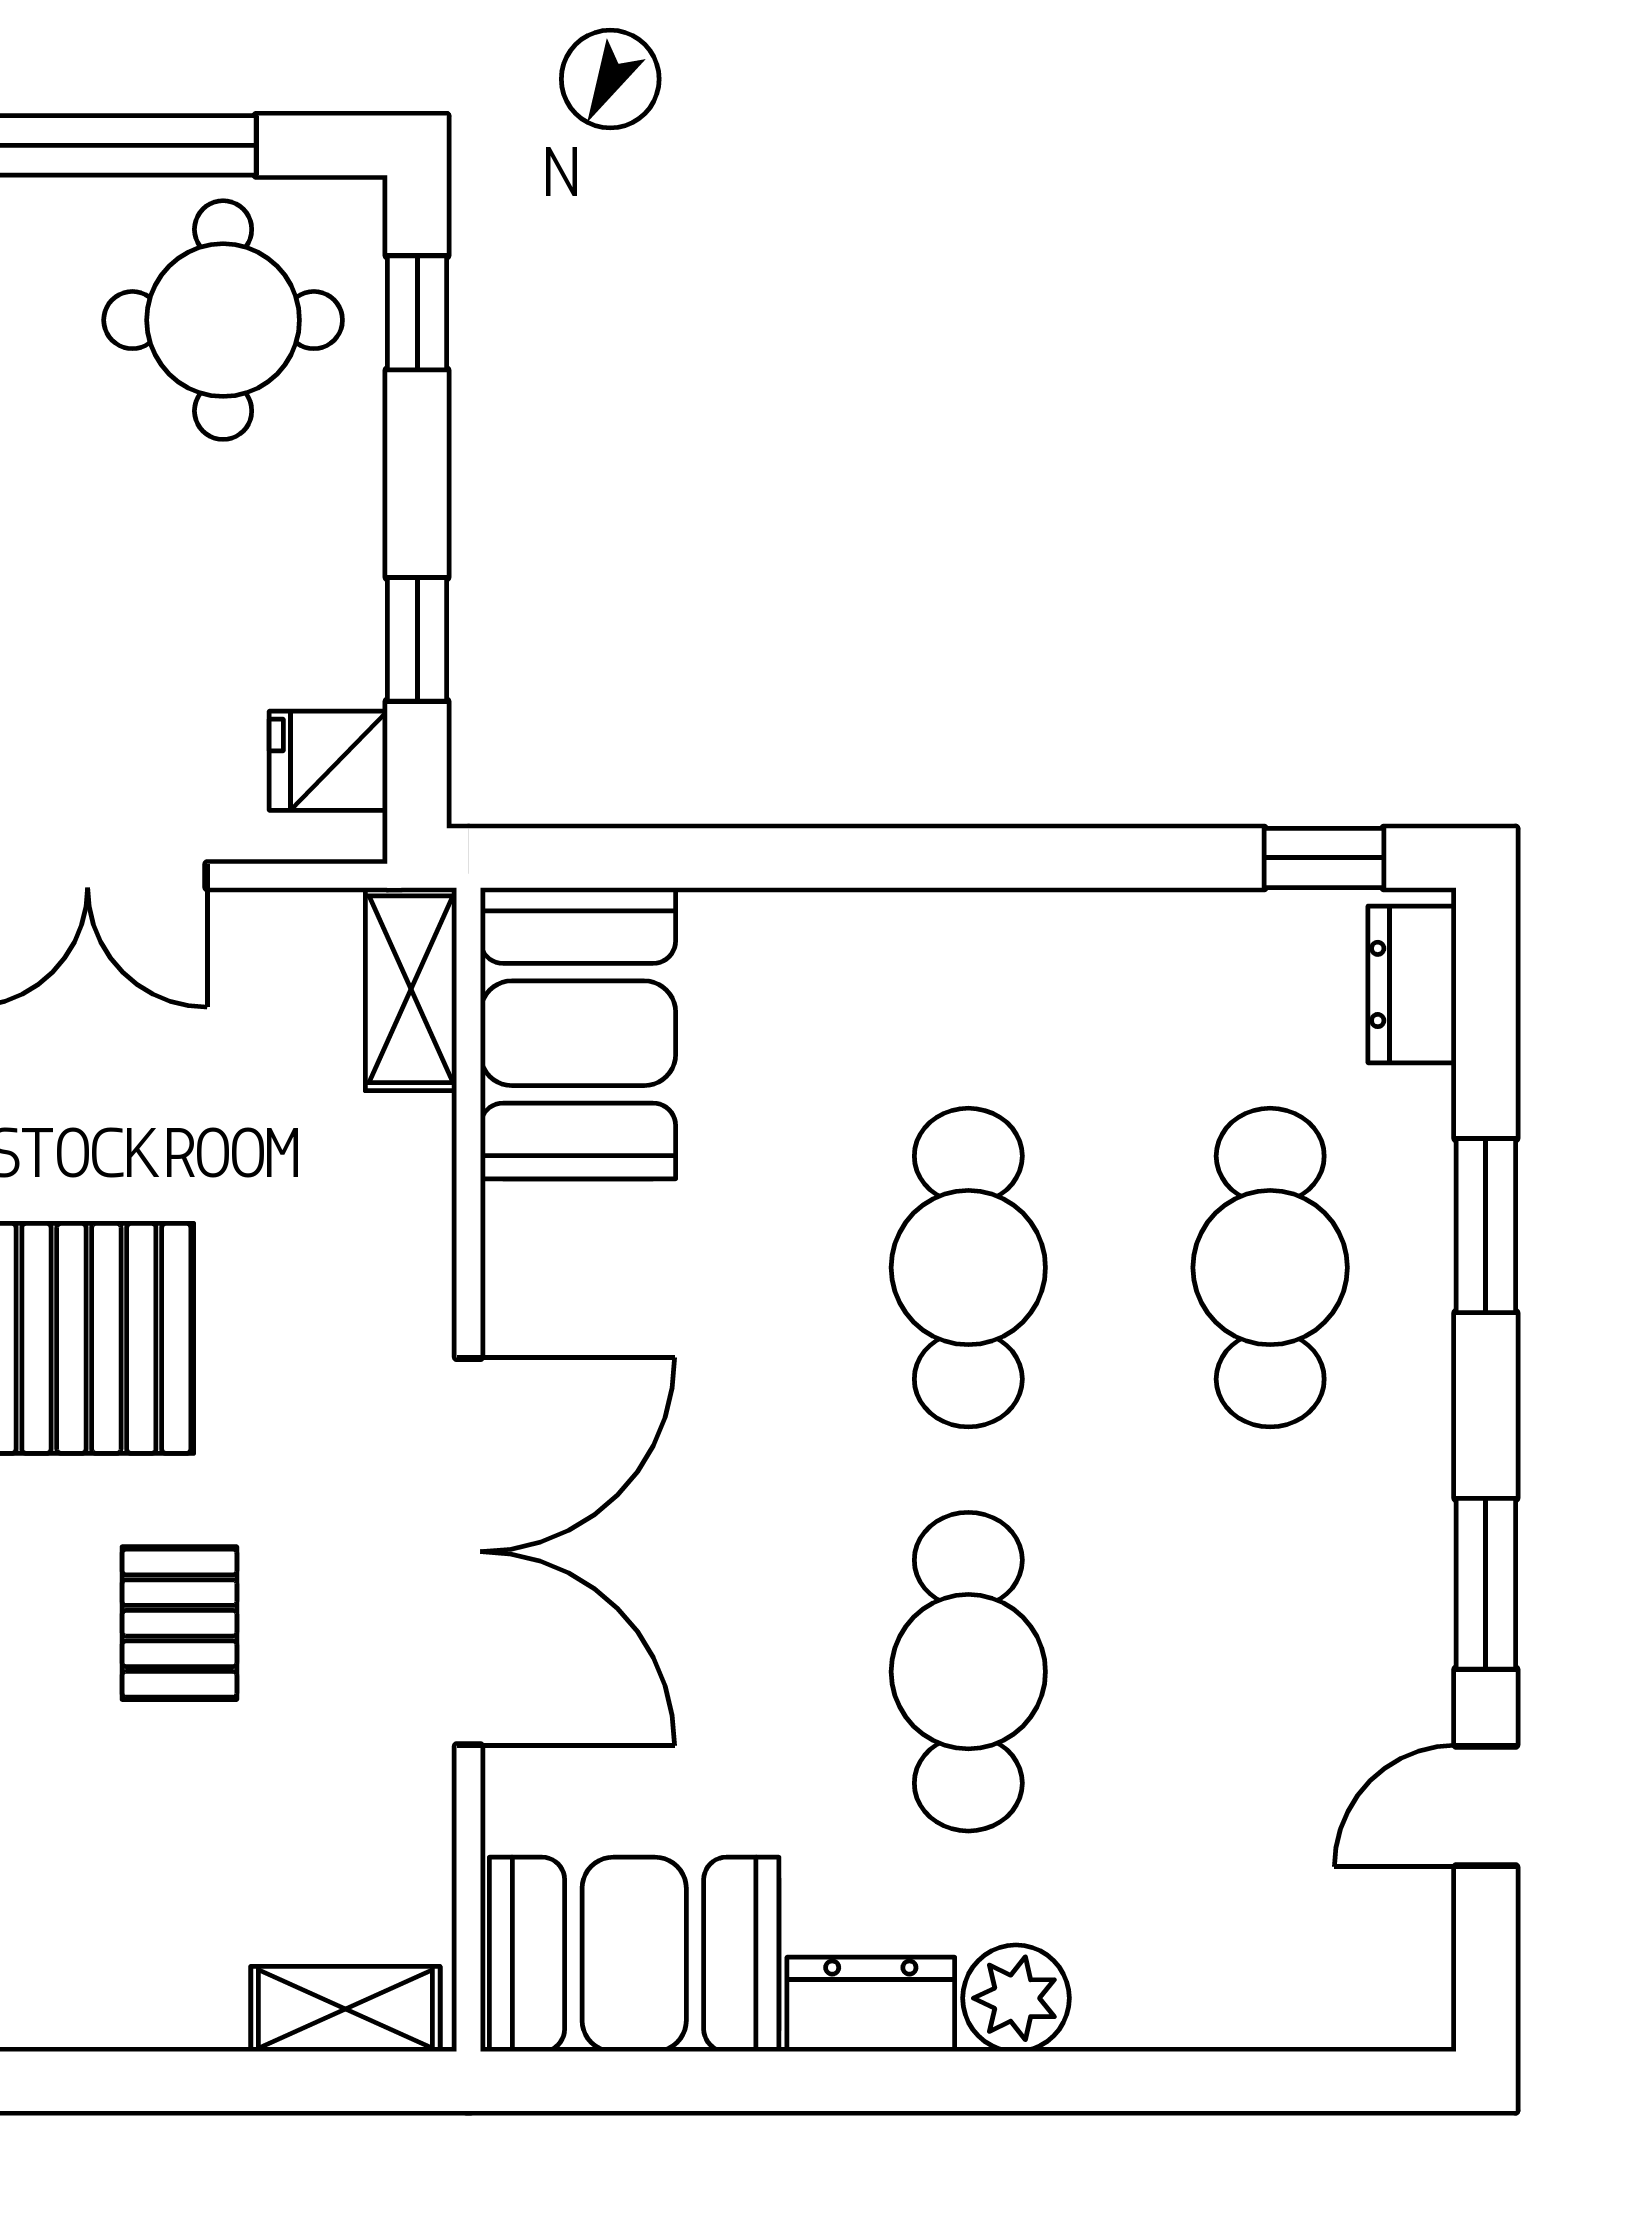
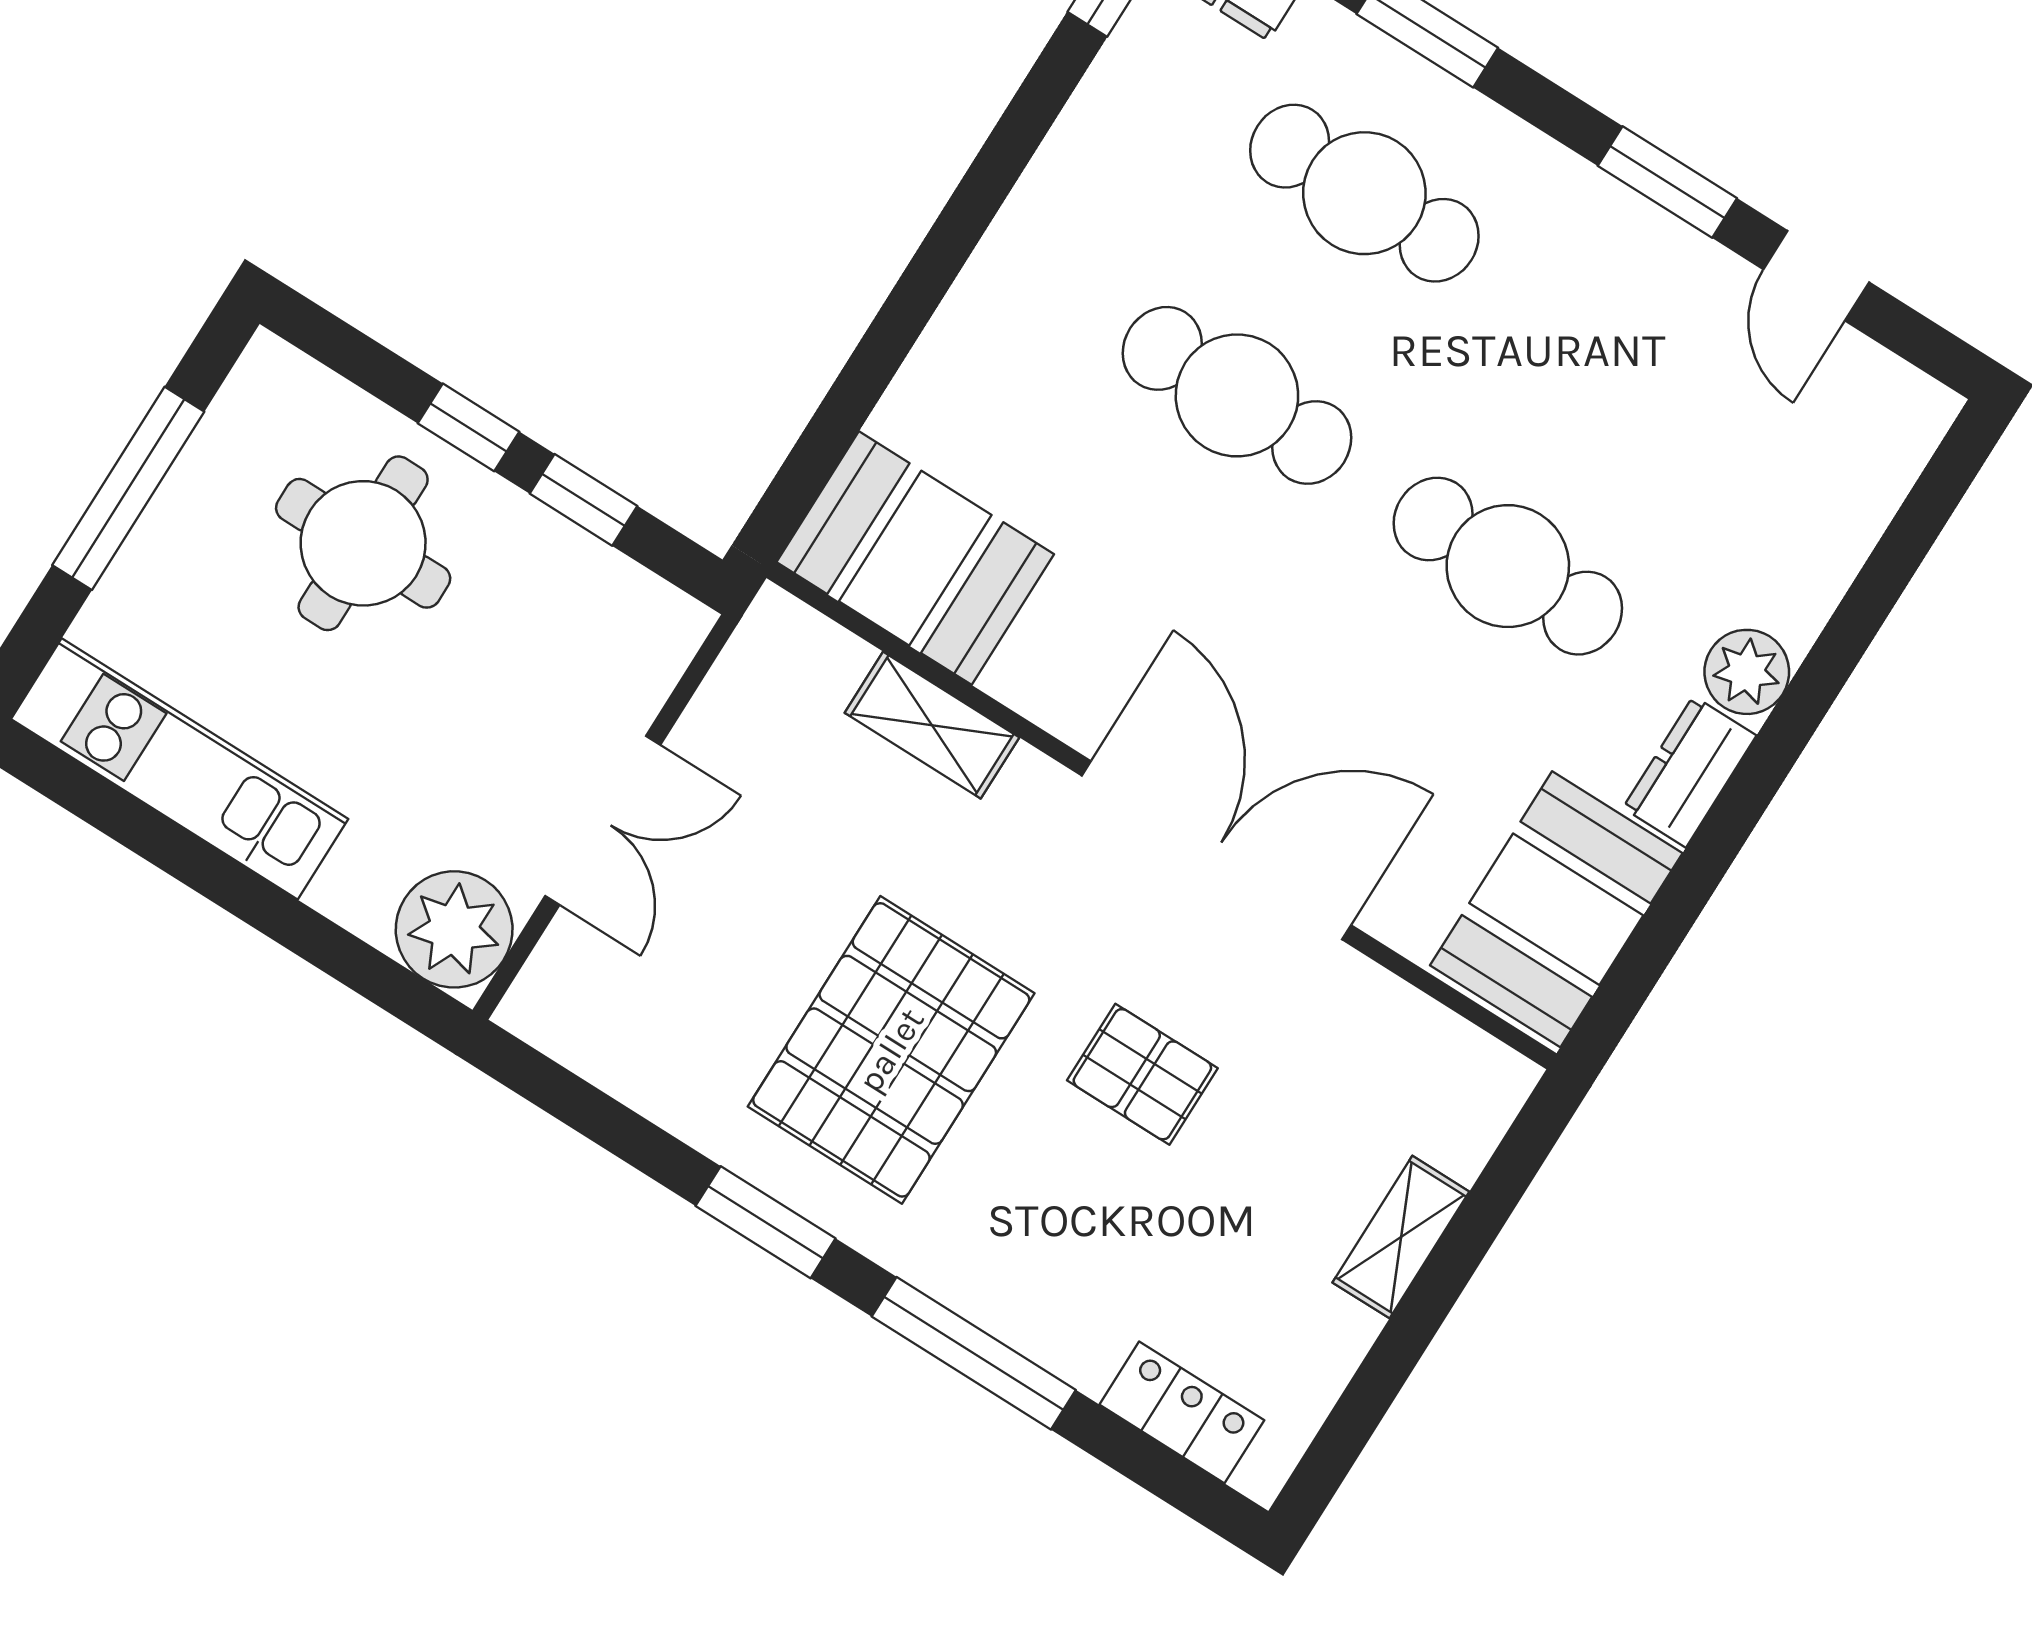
window: (417, 313) -> (469, 427), moved
round table: (223, 320) -> (363, 543), moved
fridge: (328, 761) -> (627, 611), removed
shelving: (411, 989) -> (932, 725), moved
shelving: (345, 2009) -> (1401, 1237), moved

